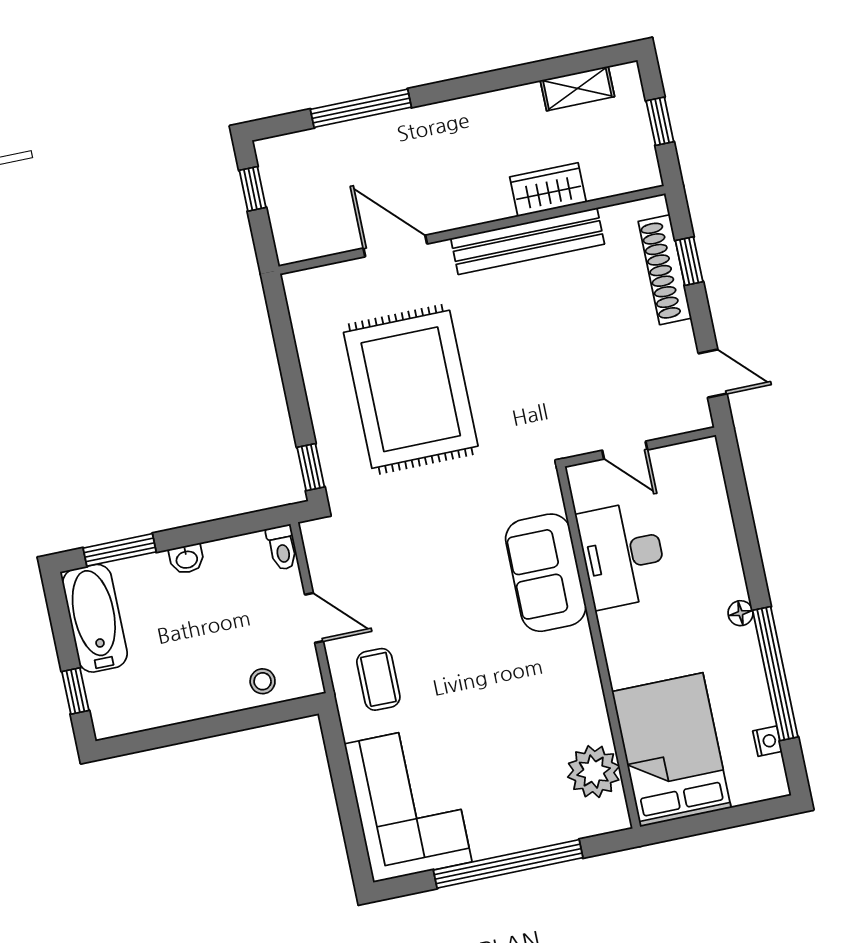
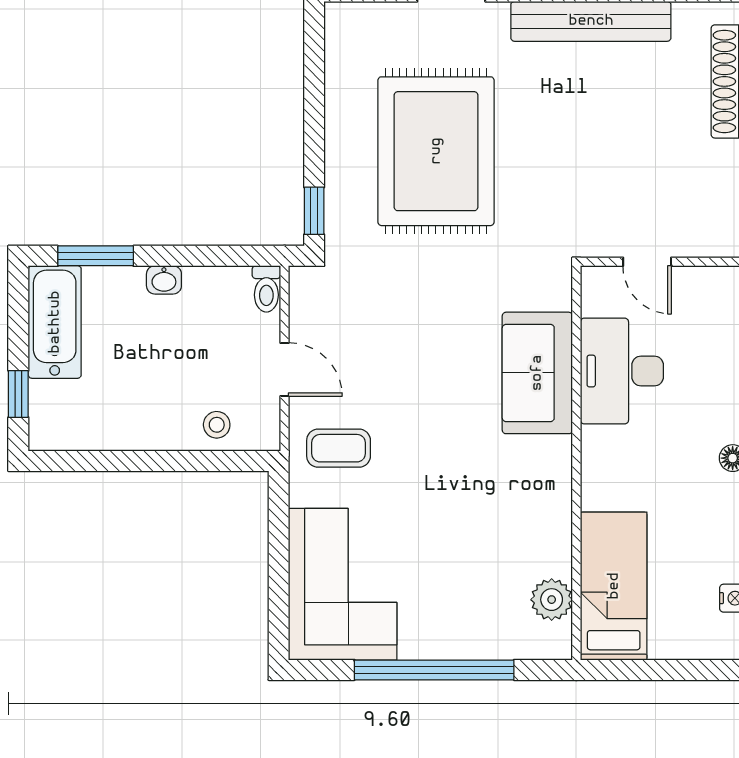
coffee table: (378, 679) -> (339, 448), turned 90
bed: (671, 750) -> (614, 586), width x0.67
plant: (594, 772) -> (552, 600), width x0.73, depth x0.73

